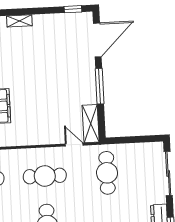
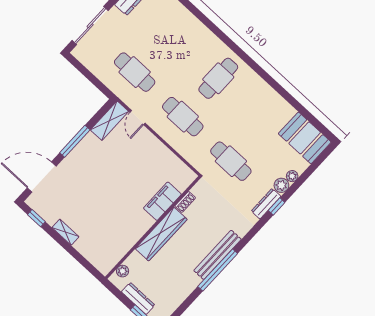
shelving: (19, 21) -> (65, 232), moved
cafe table: (107, 173) -> (135, 72), turned 90

